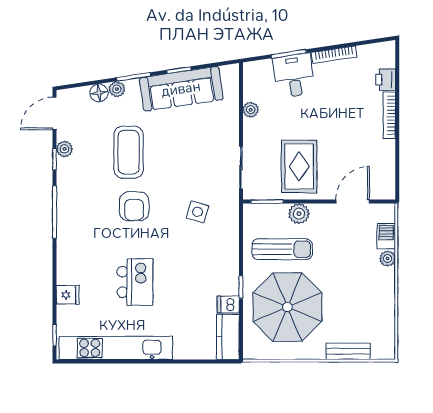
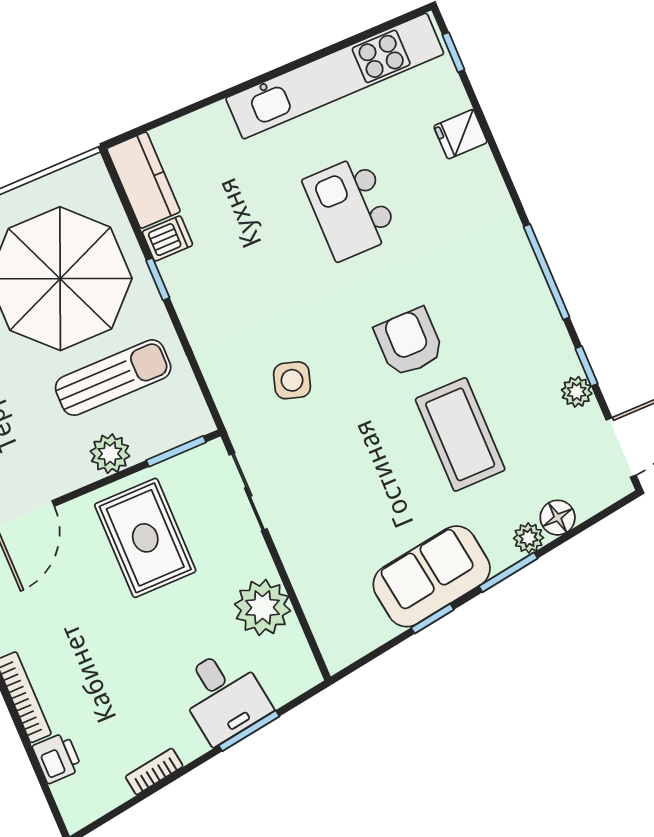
bookcase: (334, 55) -> (154, 771), width x0.64
sofa: (181, 89) -> (432, 576), width x0.73
plant: (251, 110) -> (263, 607), width x1.88, depth x1.88
sun lounger: (282, 249) -> (113, 378), turned 180

